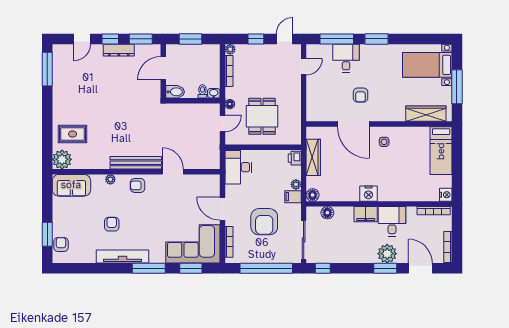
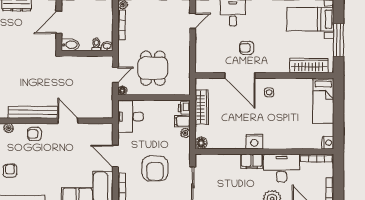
armchair: (361, 95) -> (247, 48), turned 90
floor lamp: (230, 104) -> (122, 91), moved
filing cabinet: (293, 197) -> (182, 121), moved
floor lamp: (327, 213) -> (215, 160), removed
desk: (392, 221) -> (282, 168), width x1.37

